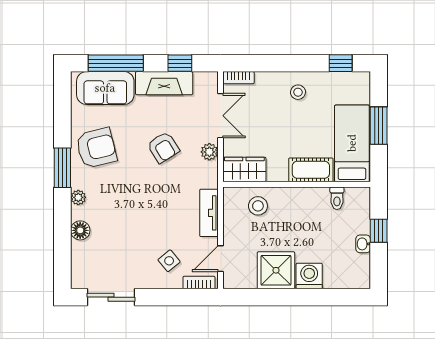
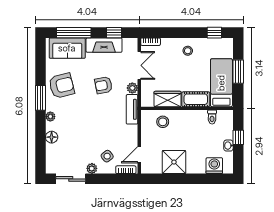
armchair: (163, 147) -> (104, 85), turned 111
wardrobe: (244, 169) -> (168, 99), moved
tv unit: (209, 213) -> (132, 109), moved
washing machine: (309, 276) -> (214, 166), moved
plant: (145, 281) -> (92, 168), added

